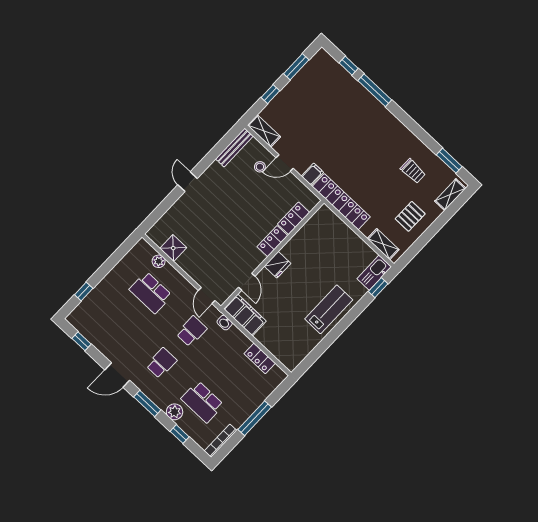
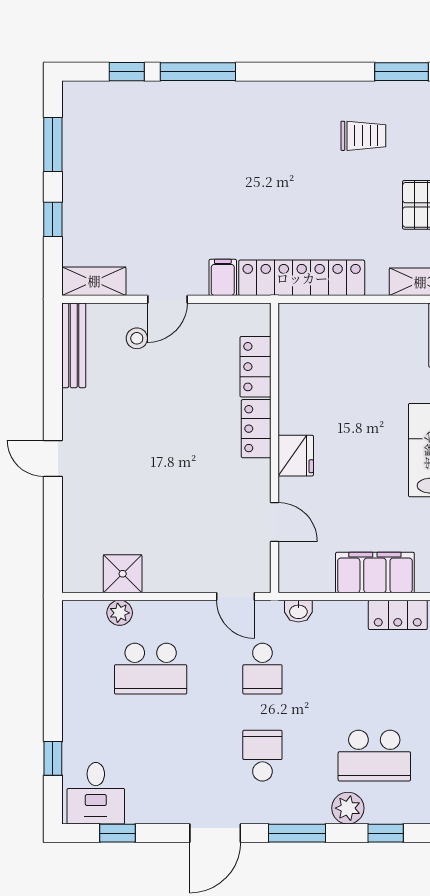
filing cabinet: (245, 315) -> (375, 573), moved
desk: (87, 319) -> (96, 793), added
school desk: (192, 331) -> (262, 669), turned 180

